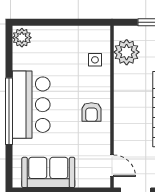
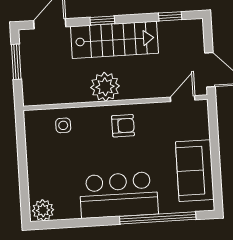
plant: (127, 52) -> (105, 87), moved
window: (9, 111) -> (158, 218), moved

